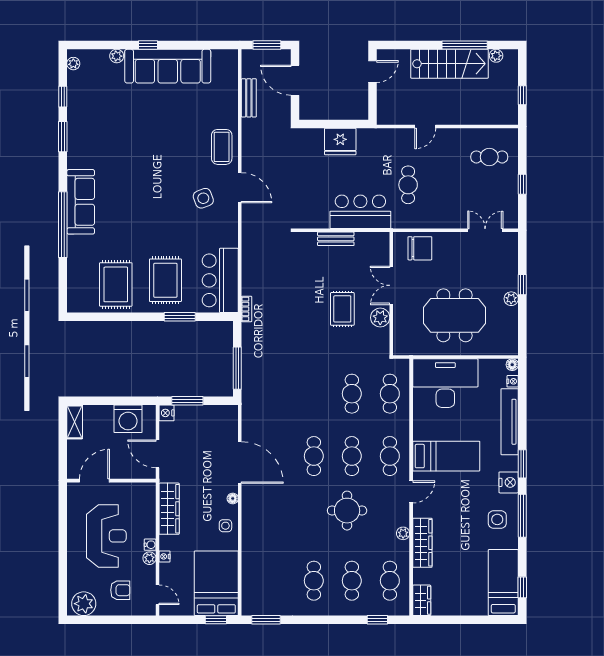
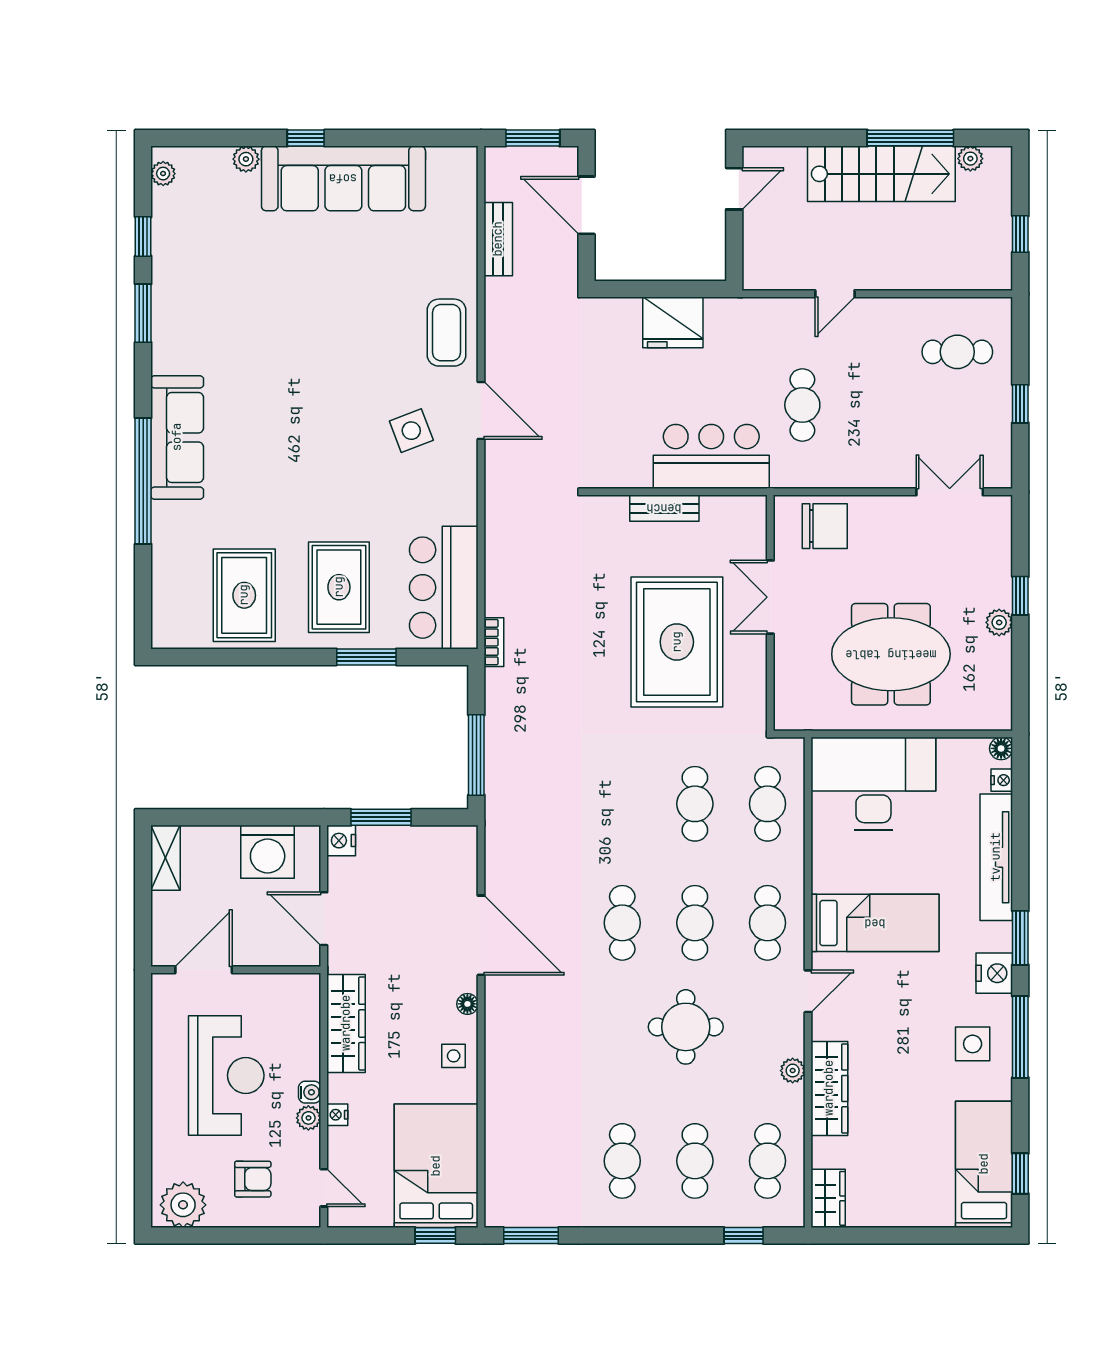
rug: (342, 309) -> (677, 642), width x1.86, depth x2.06
plant: (380, 318) -> (749, 658), removed

